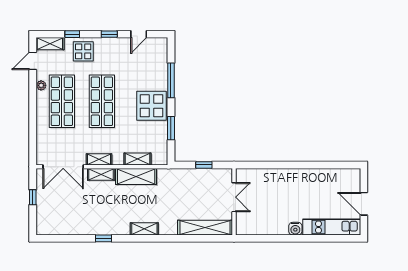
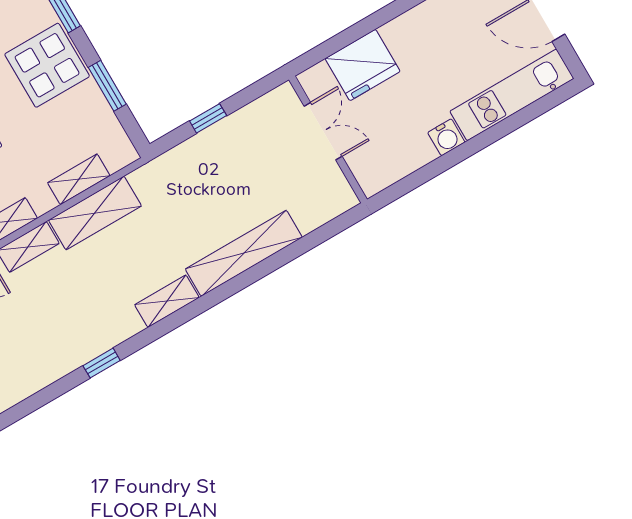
fridge: (279, 180) -> (363, 65), added
double door: (234, 197) -> (323, 131), moved
wall: (234, 202) -> (328, 139), moved
shelving: (205, 228) -> (244, 253), moved

